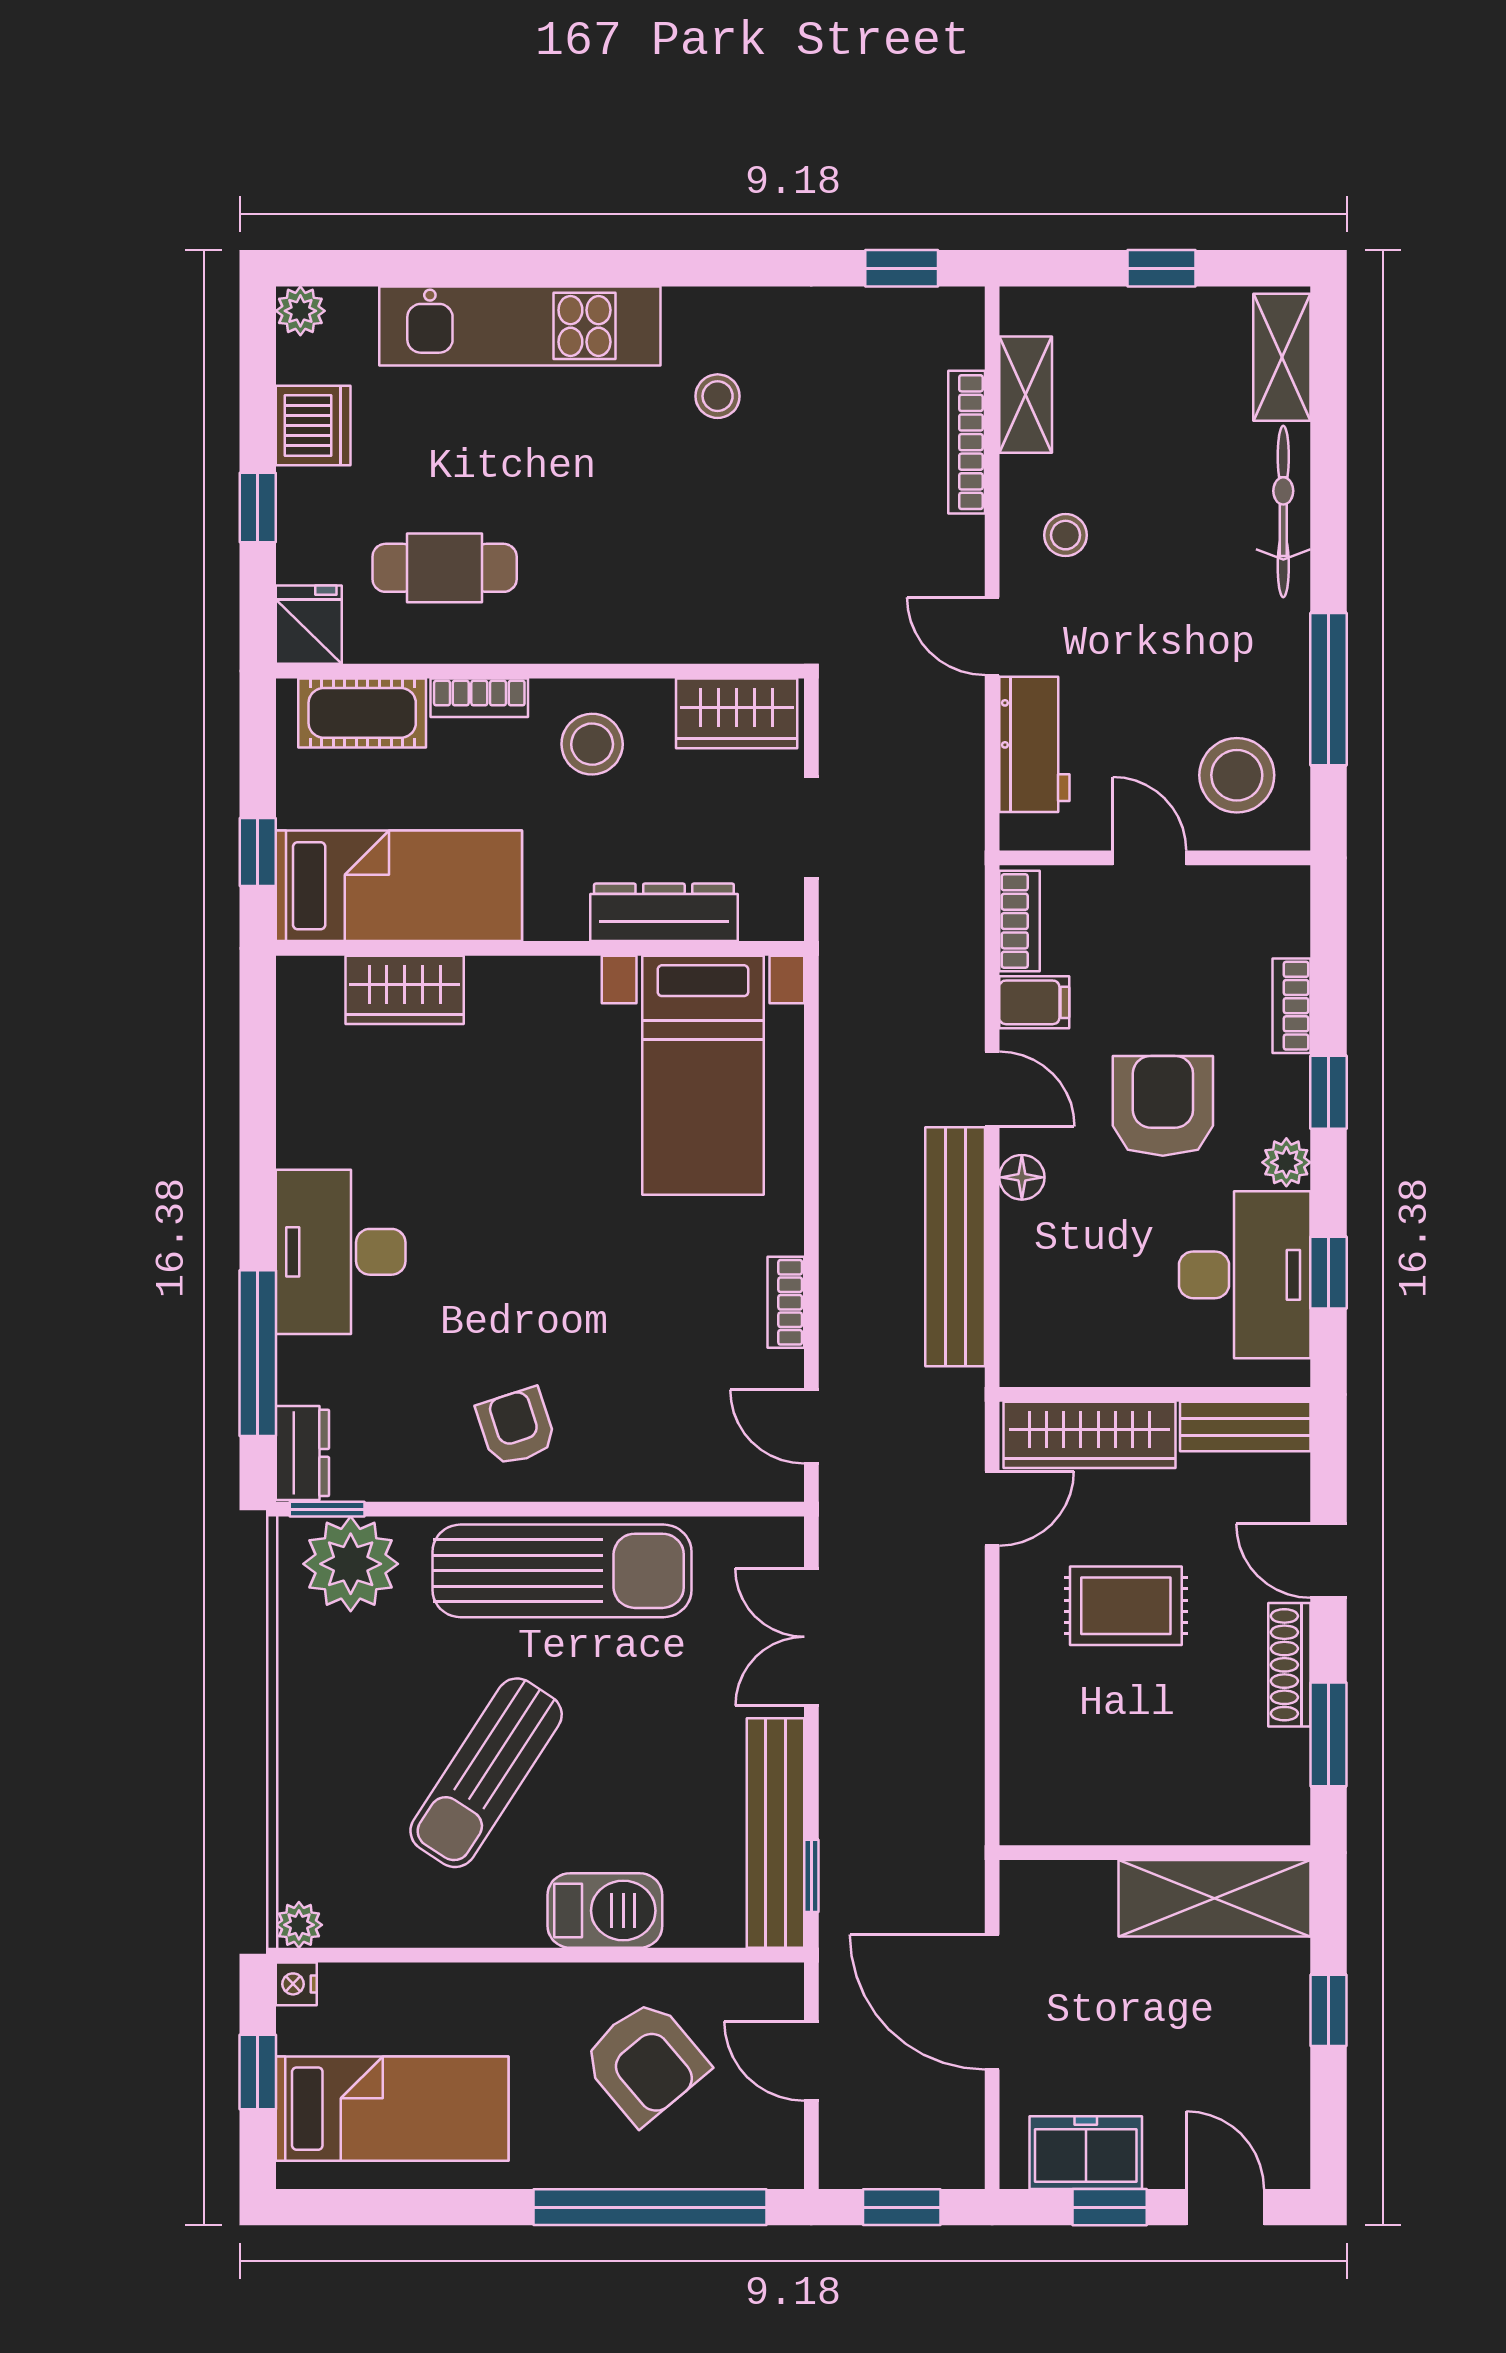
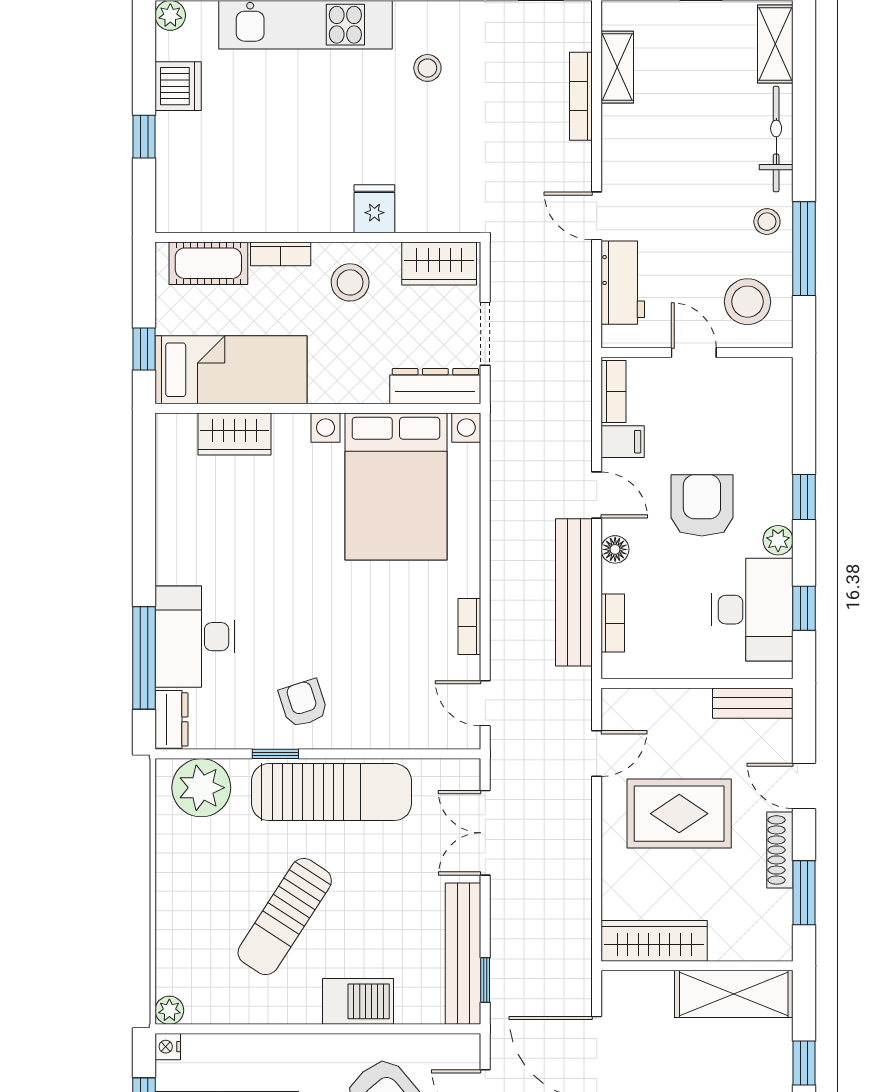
stool: (1066, 535) -> (767, 222), moved
cafe table: (445, 568) -> (259, 174), removed
fridge: (309, 625) -> (374, 209), moved
dresser: (664, 912) -> (435, 386), moved
bookcase: (1292, 1006) -> (613, 623), moved, turned 180
bed with nightstands: (703, 1075) -> (396, 487), width x1.36
desk: (341, 1252) -> (195, 637), moved
wardrobe: (1089, 1435) -> (654, 941), moved, turned 180
window: (327, 1509) -> (275, 754), moved
rug: (1126, 1606) -> (679, 814), width x1.36, depth x1.43

